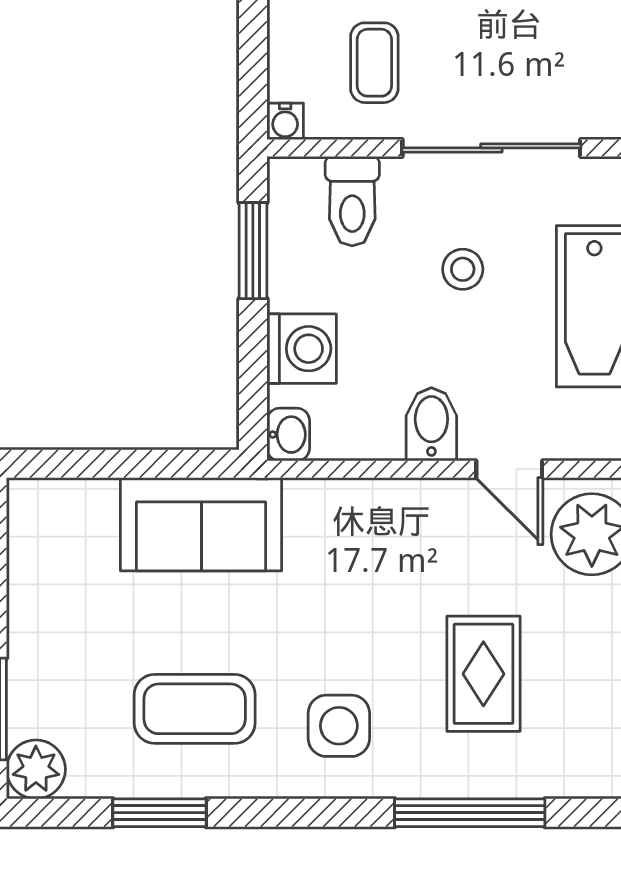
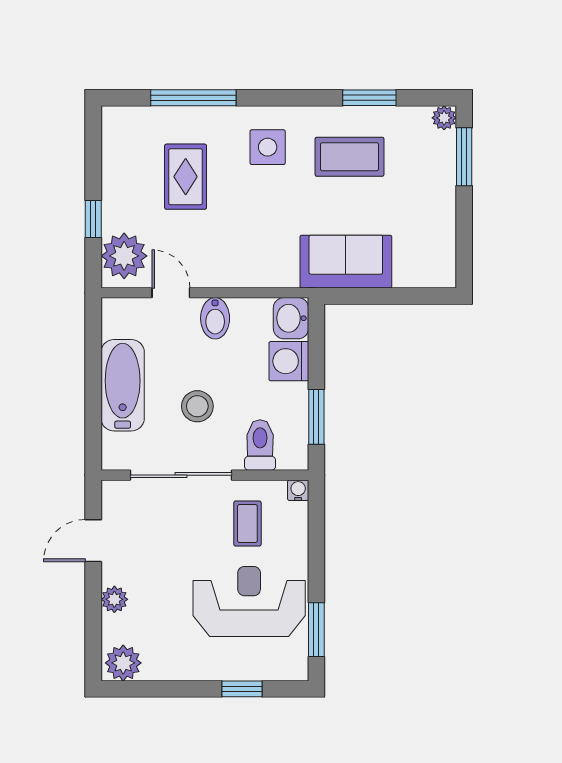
stool: (463, 269) -> (197, 406), width x1.37, depth x1.37
washbasin: (288, 435) -> (291, 318), width x1.38, depth x1.45
plant: (36, 769) -> (444, 118), width x0.73, depth x0.73

